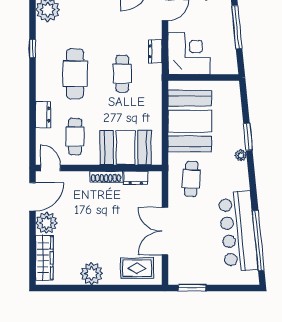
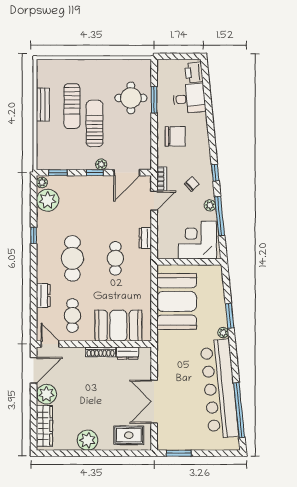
plant: (226, 15) -> (210, 205), added
corner desk: (189, 54) -> (197, 240), moved, turned -90
cafe table: (191, 179) -> (178, 354), removed
bar counter: (238, 231) -> (219, 389), width x1.36

